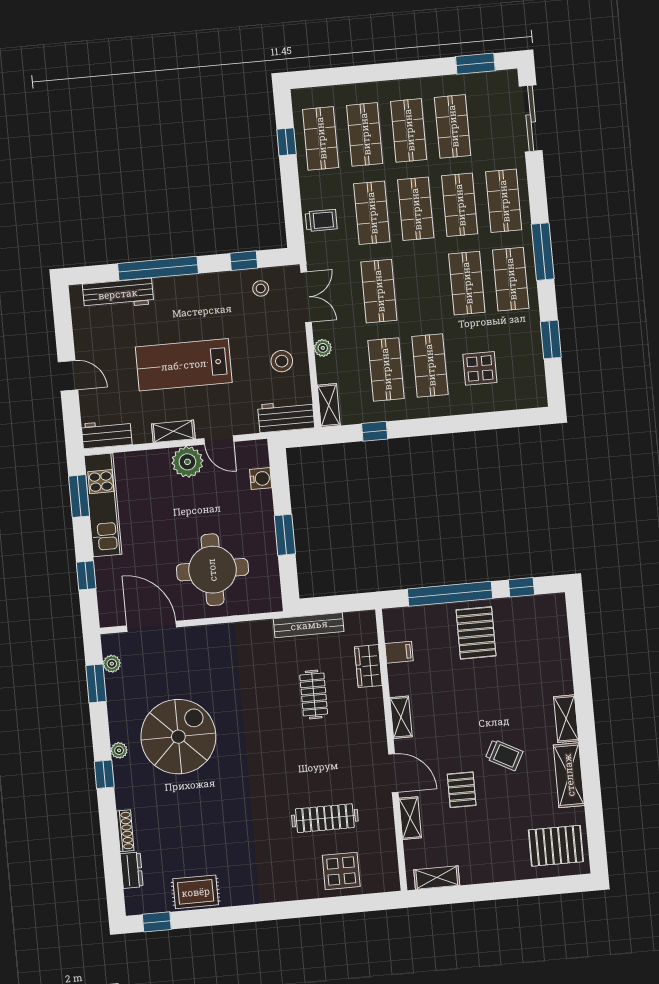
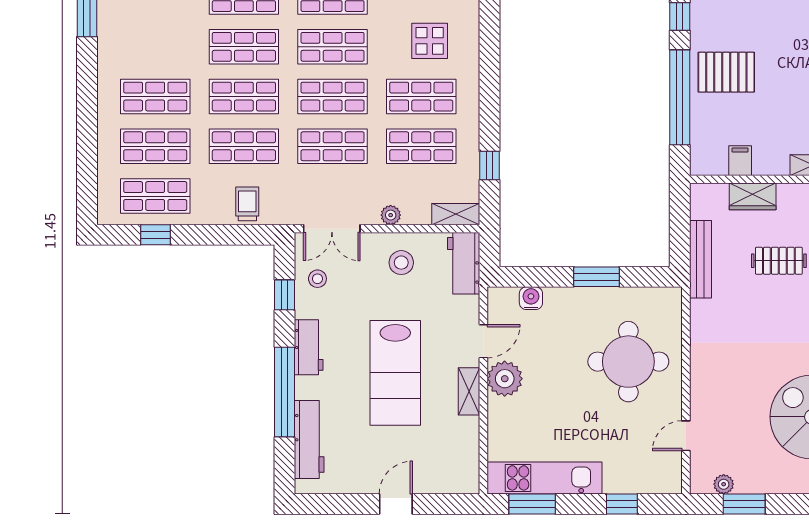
shop shelf: (453, 126) -> (333, 97), moved
double door: (306, 297) -> (332, 229), swing flipped
workbench: (107, 434) -> (309, 347), moved, turned 180
door: (152, 626) -> (686, 436), width x0.53

